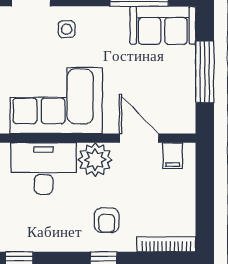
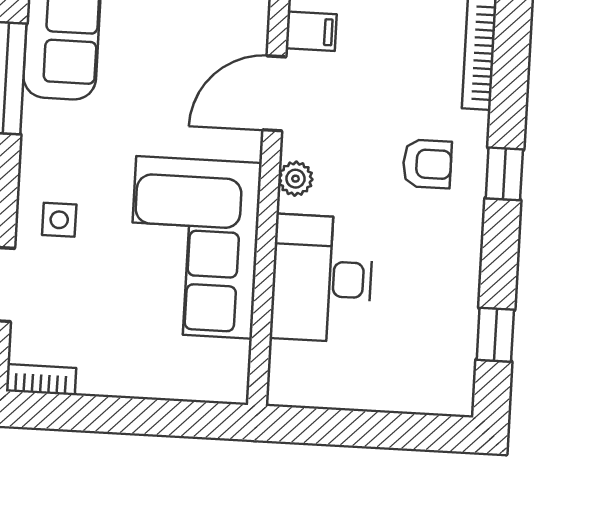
plant: (95, 160) -> (295, 179), width x0.53, depth x0.53

